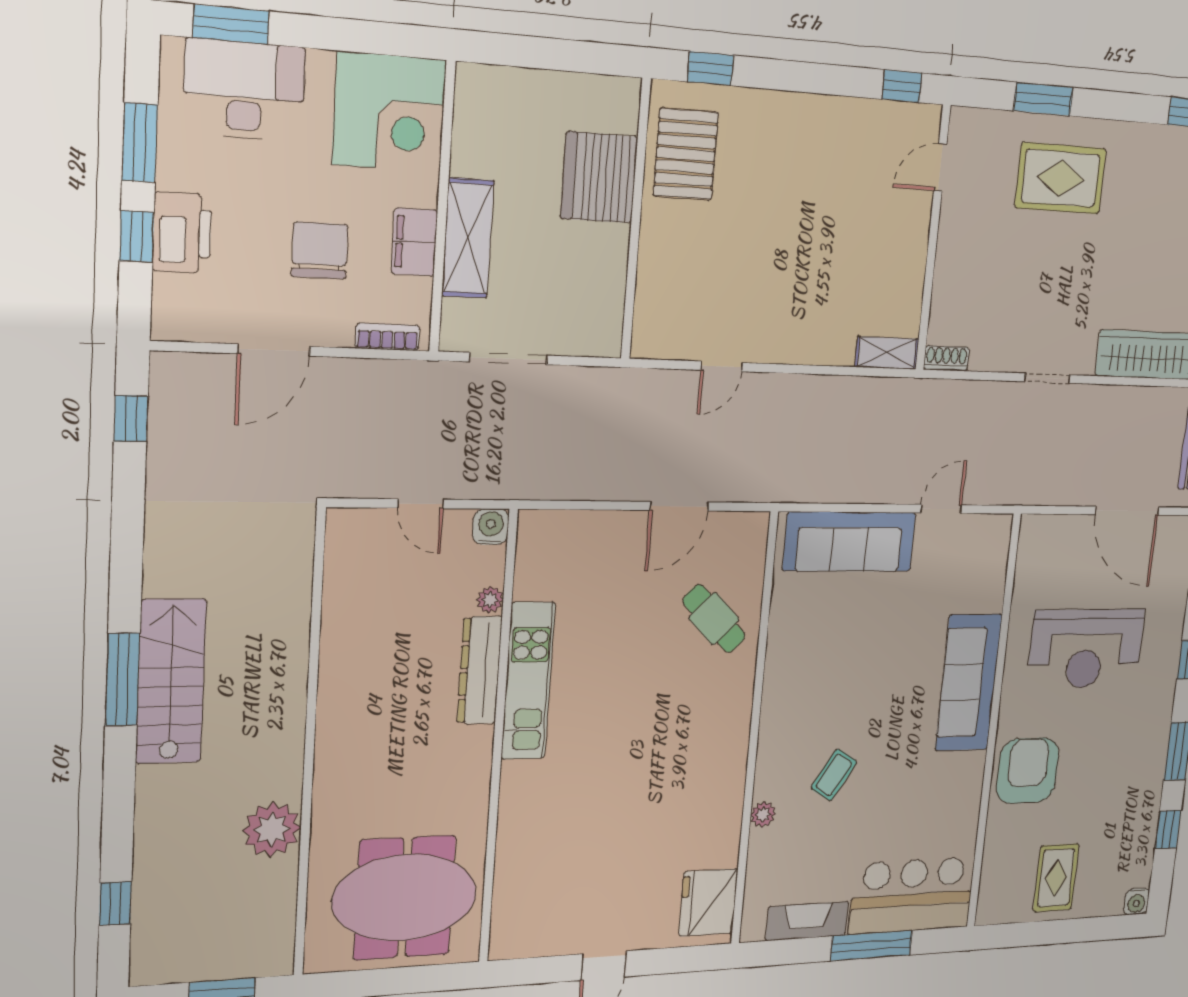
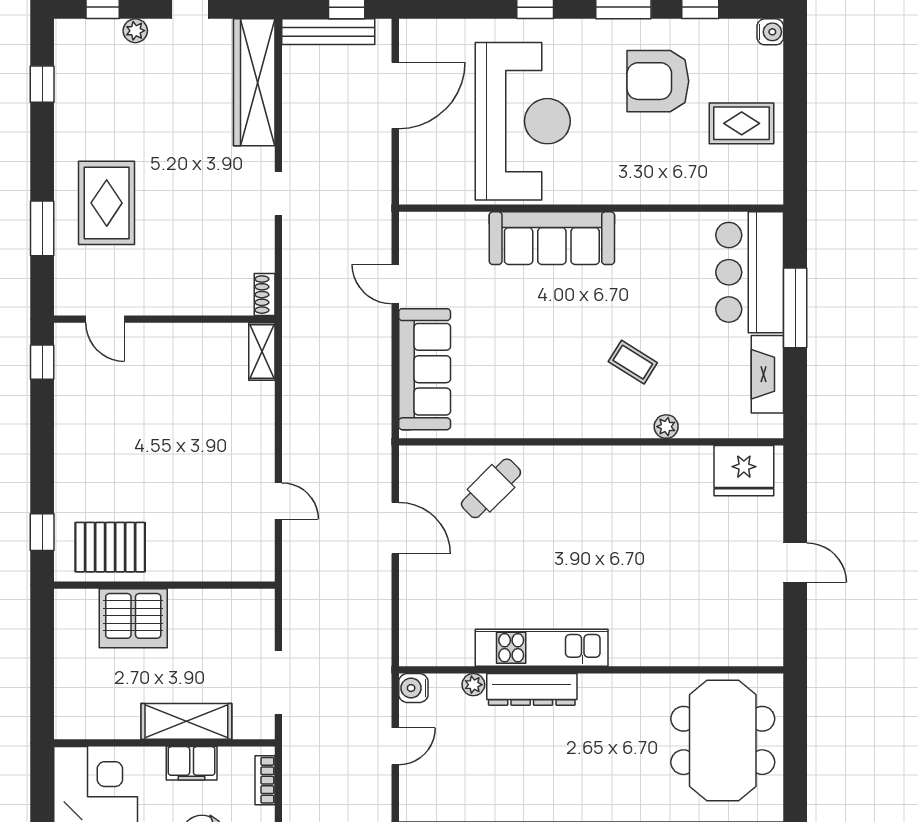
reception desk: (1086, 649) -> (523, 121), width x1.36, depth x1.30
armchair: (1028, 771) -> (658, 81), moved

